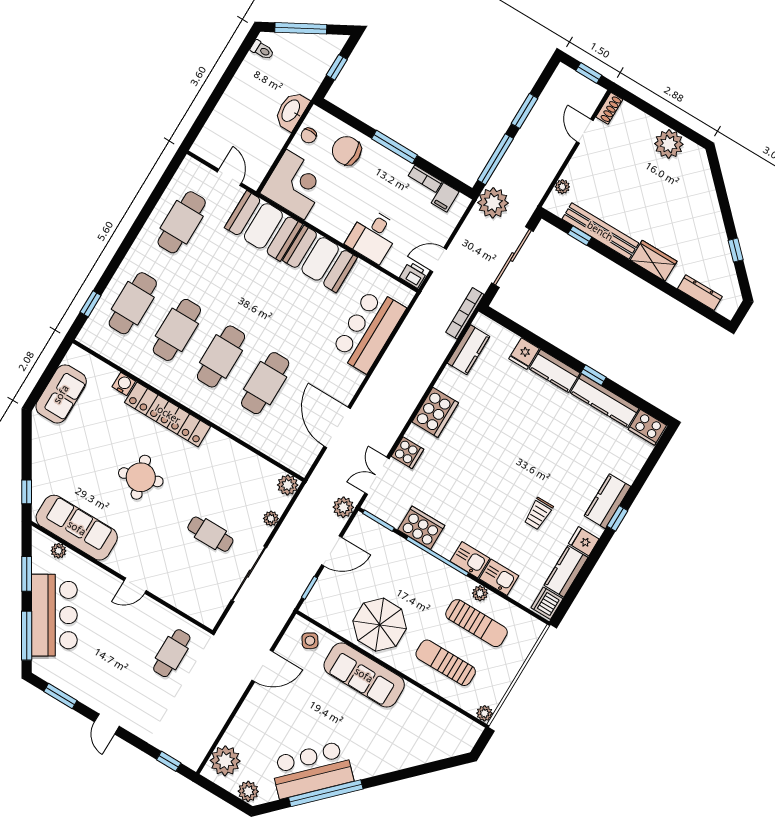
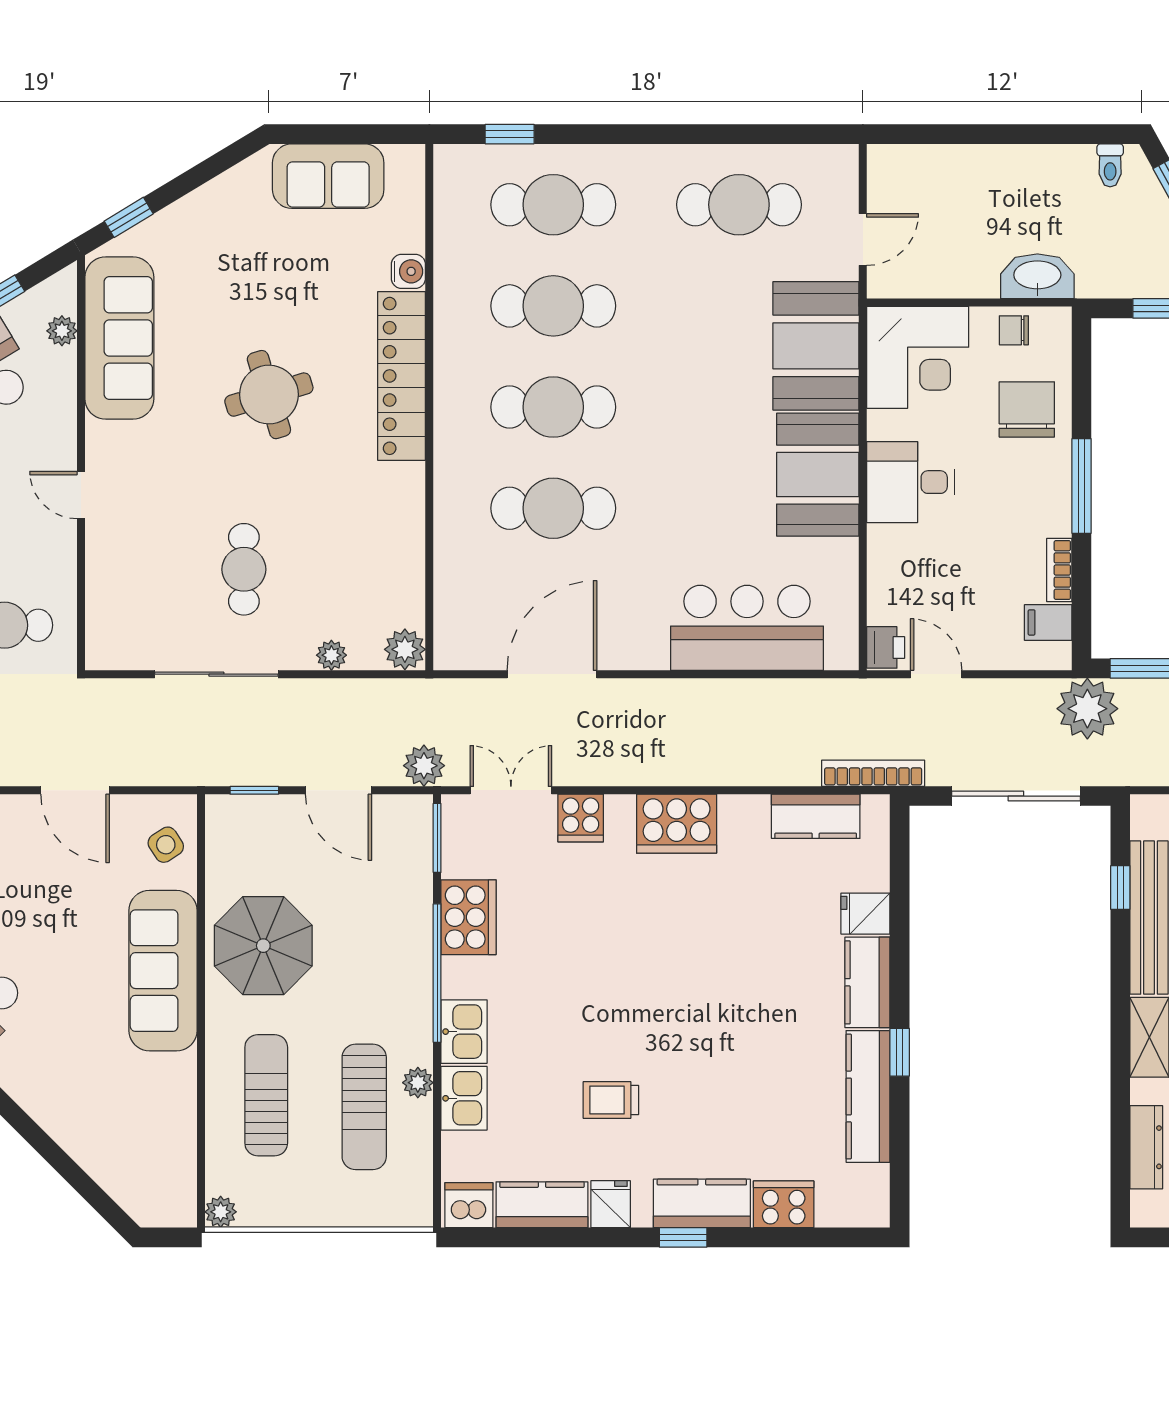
desk: (373, 236) -> (911, 482), moved
cooker: (647, 427) -> (784, 1204), moved, turned 90

